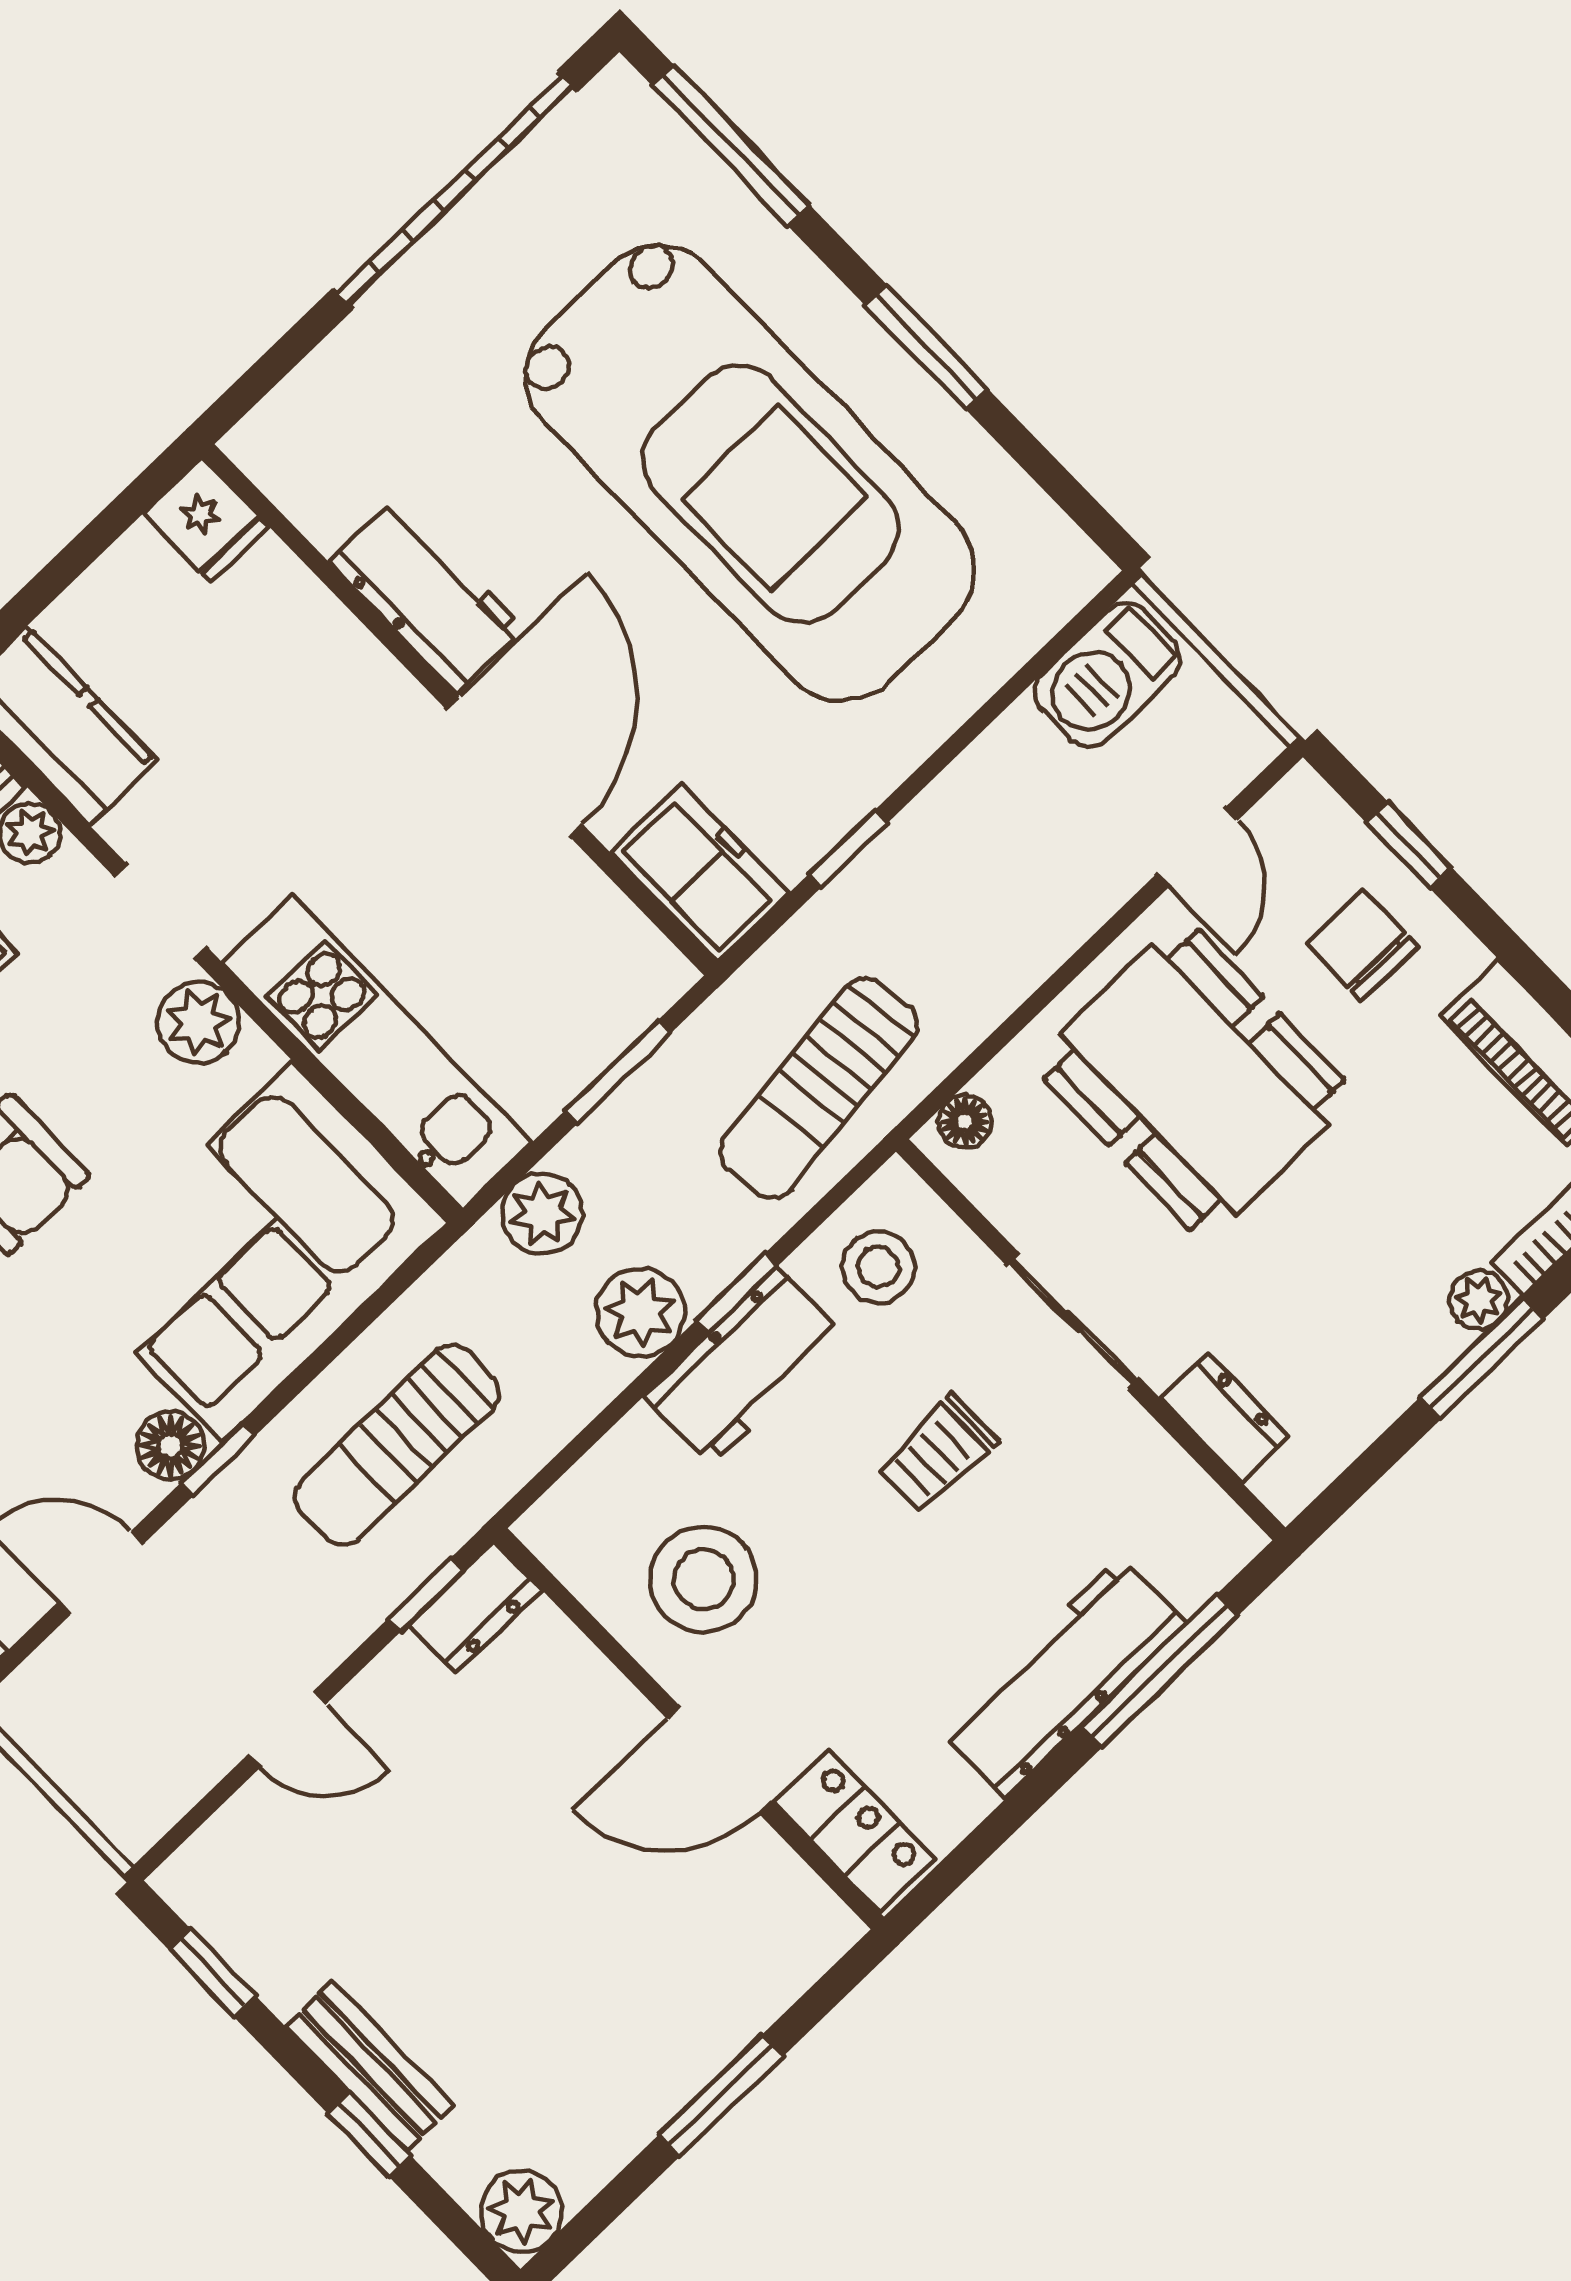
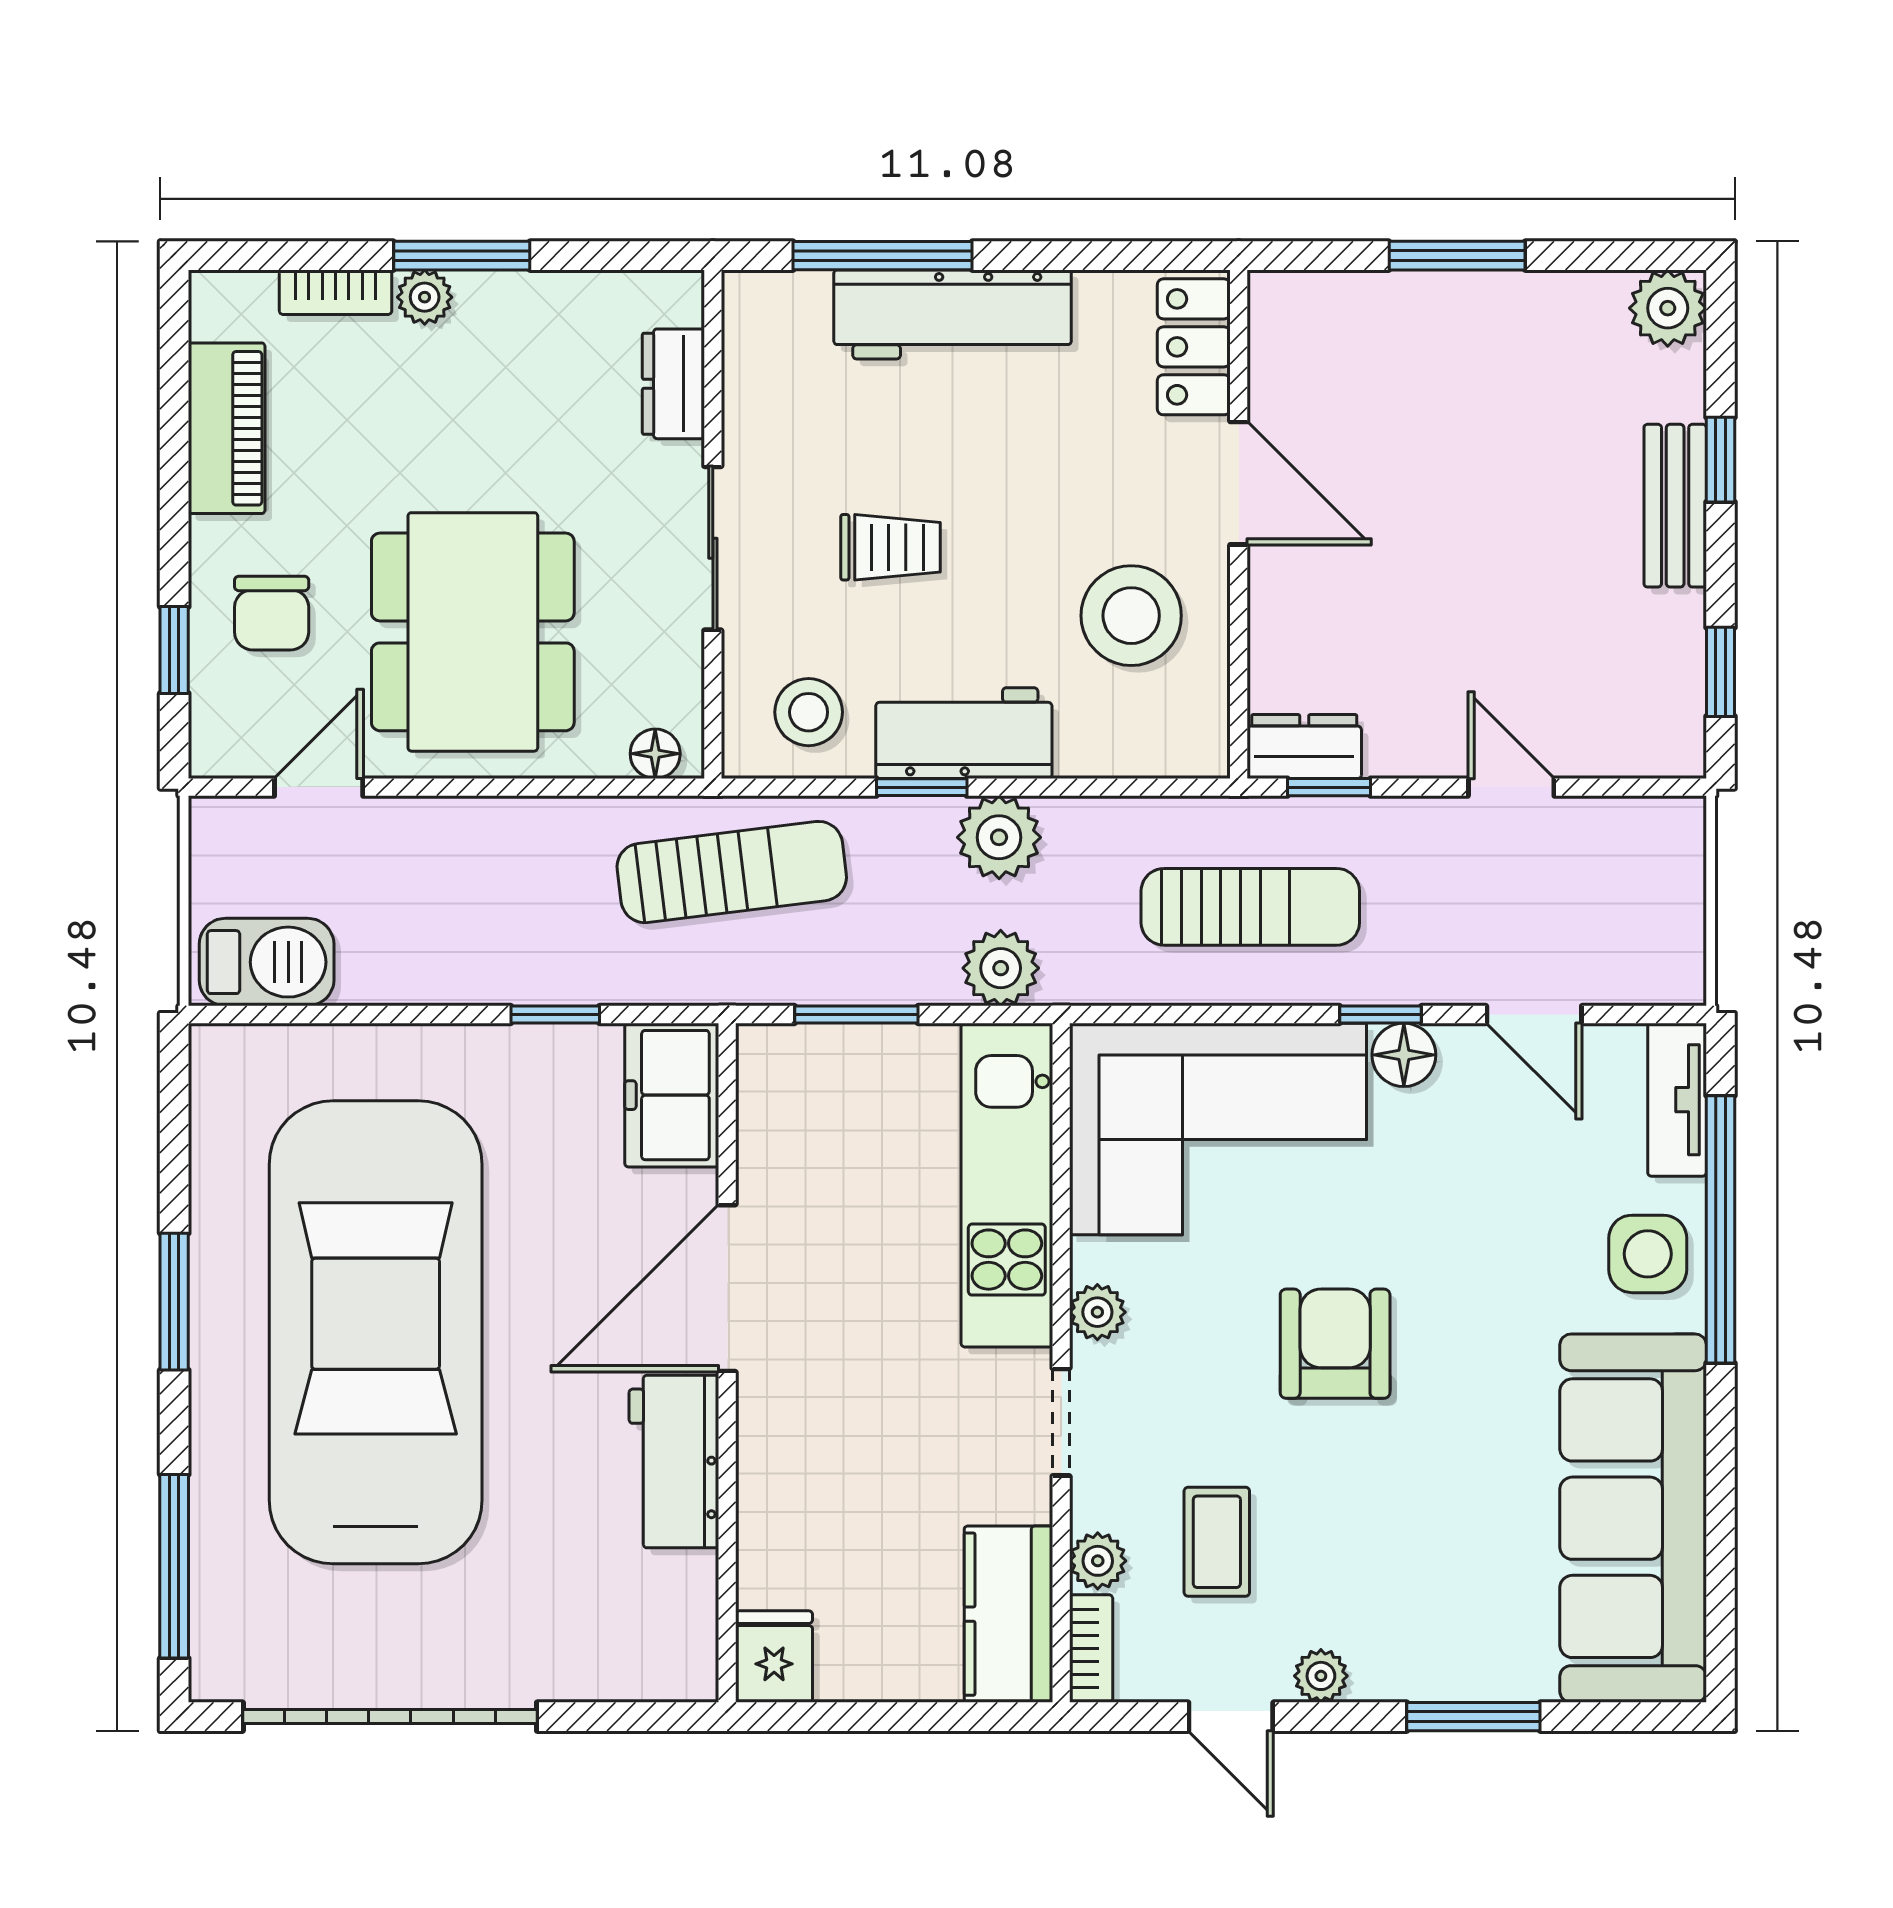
plant: (198, 1022) -> (1097, 1312), width x0.73, depth x0.73

